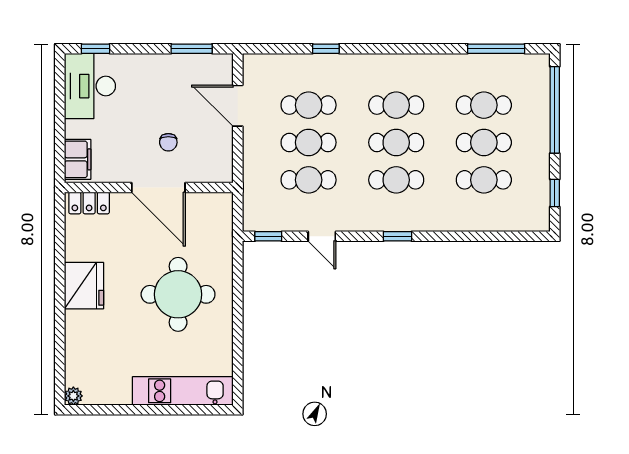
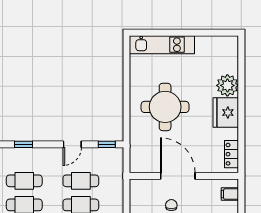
filing cabinet: (78, 159) -> (230, 194), width x0.50
locker: (89, 203) -> (231, 154), moved, turned -90
door: (322, 236) -> (72, 144), swing flipped
plant: (73, 396) -> (227, 85), moved, width x1.87, depth x1.87

